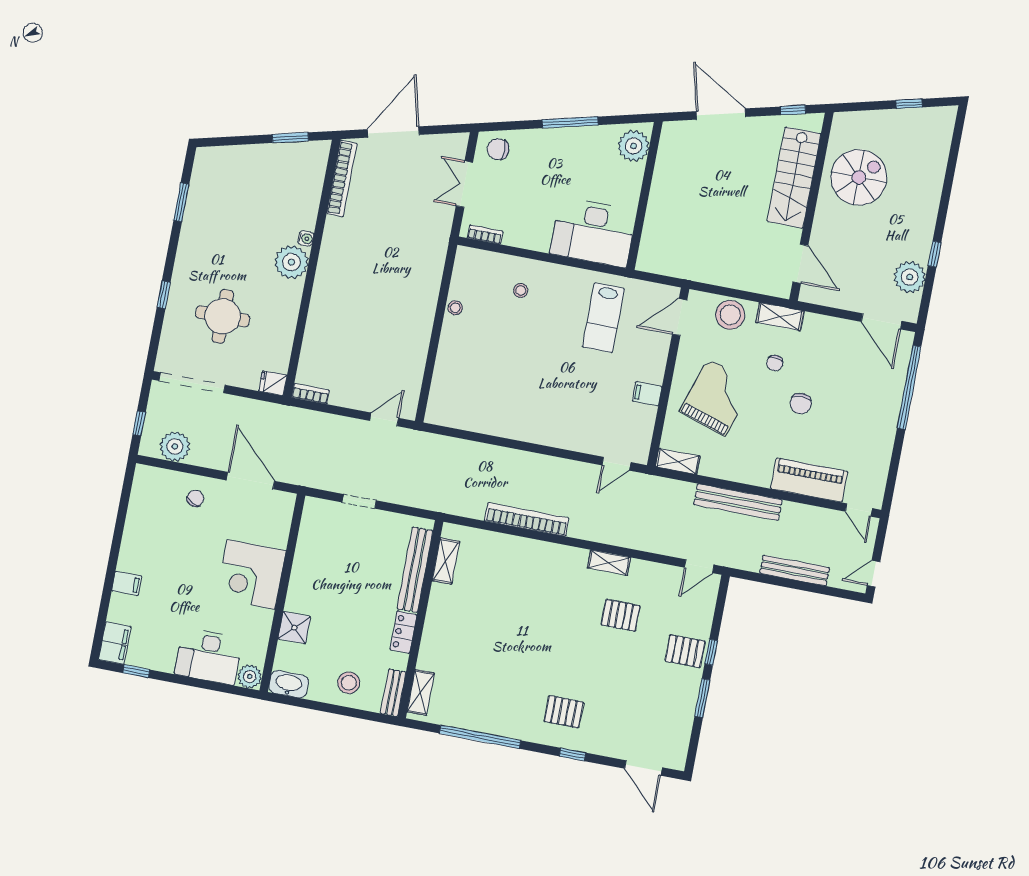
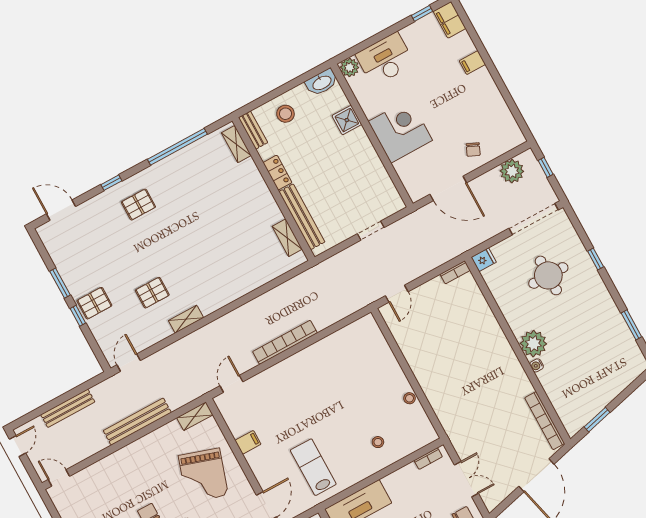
piano: (809, 480) -> (105, 471), removed
bookcase: (527, 519) -> (285, 342), moved, turned 180

